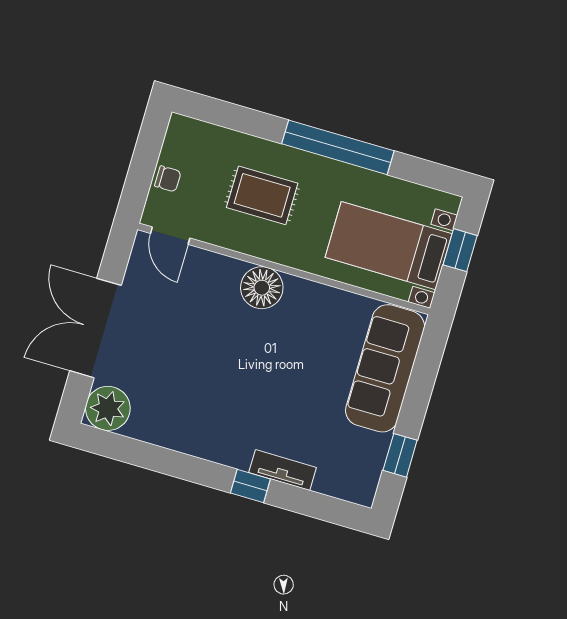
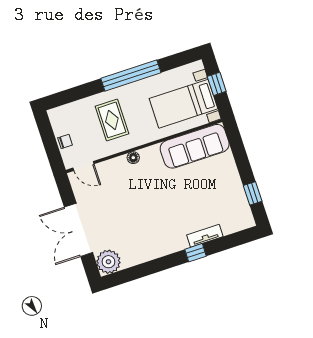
rug: (262, 195) -> (112, 120), turned 90
floor lamp: (262, 288) -> (133, 158), width x0.53, depth x0.53
sofa: (385, 368) -> (195, 146), moved, turned -90

